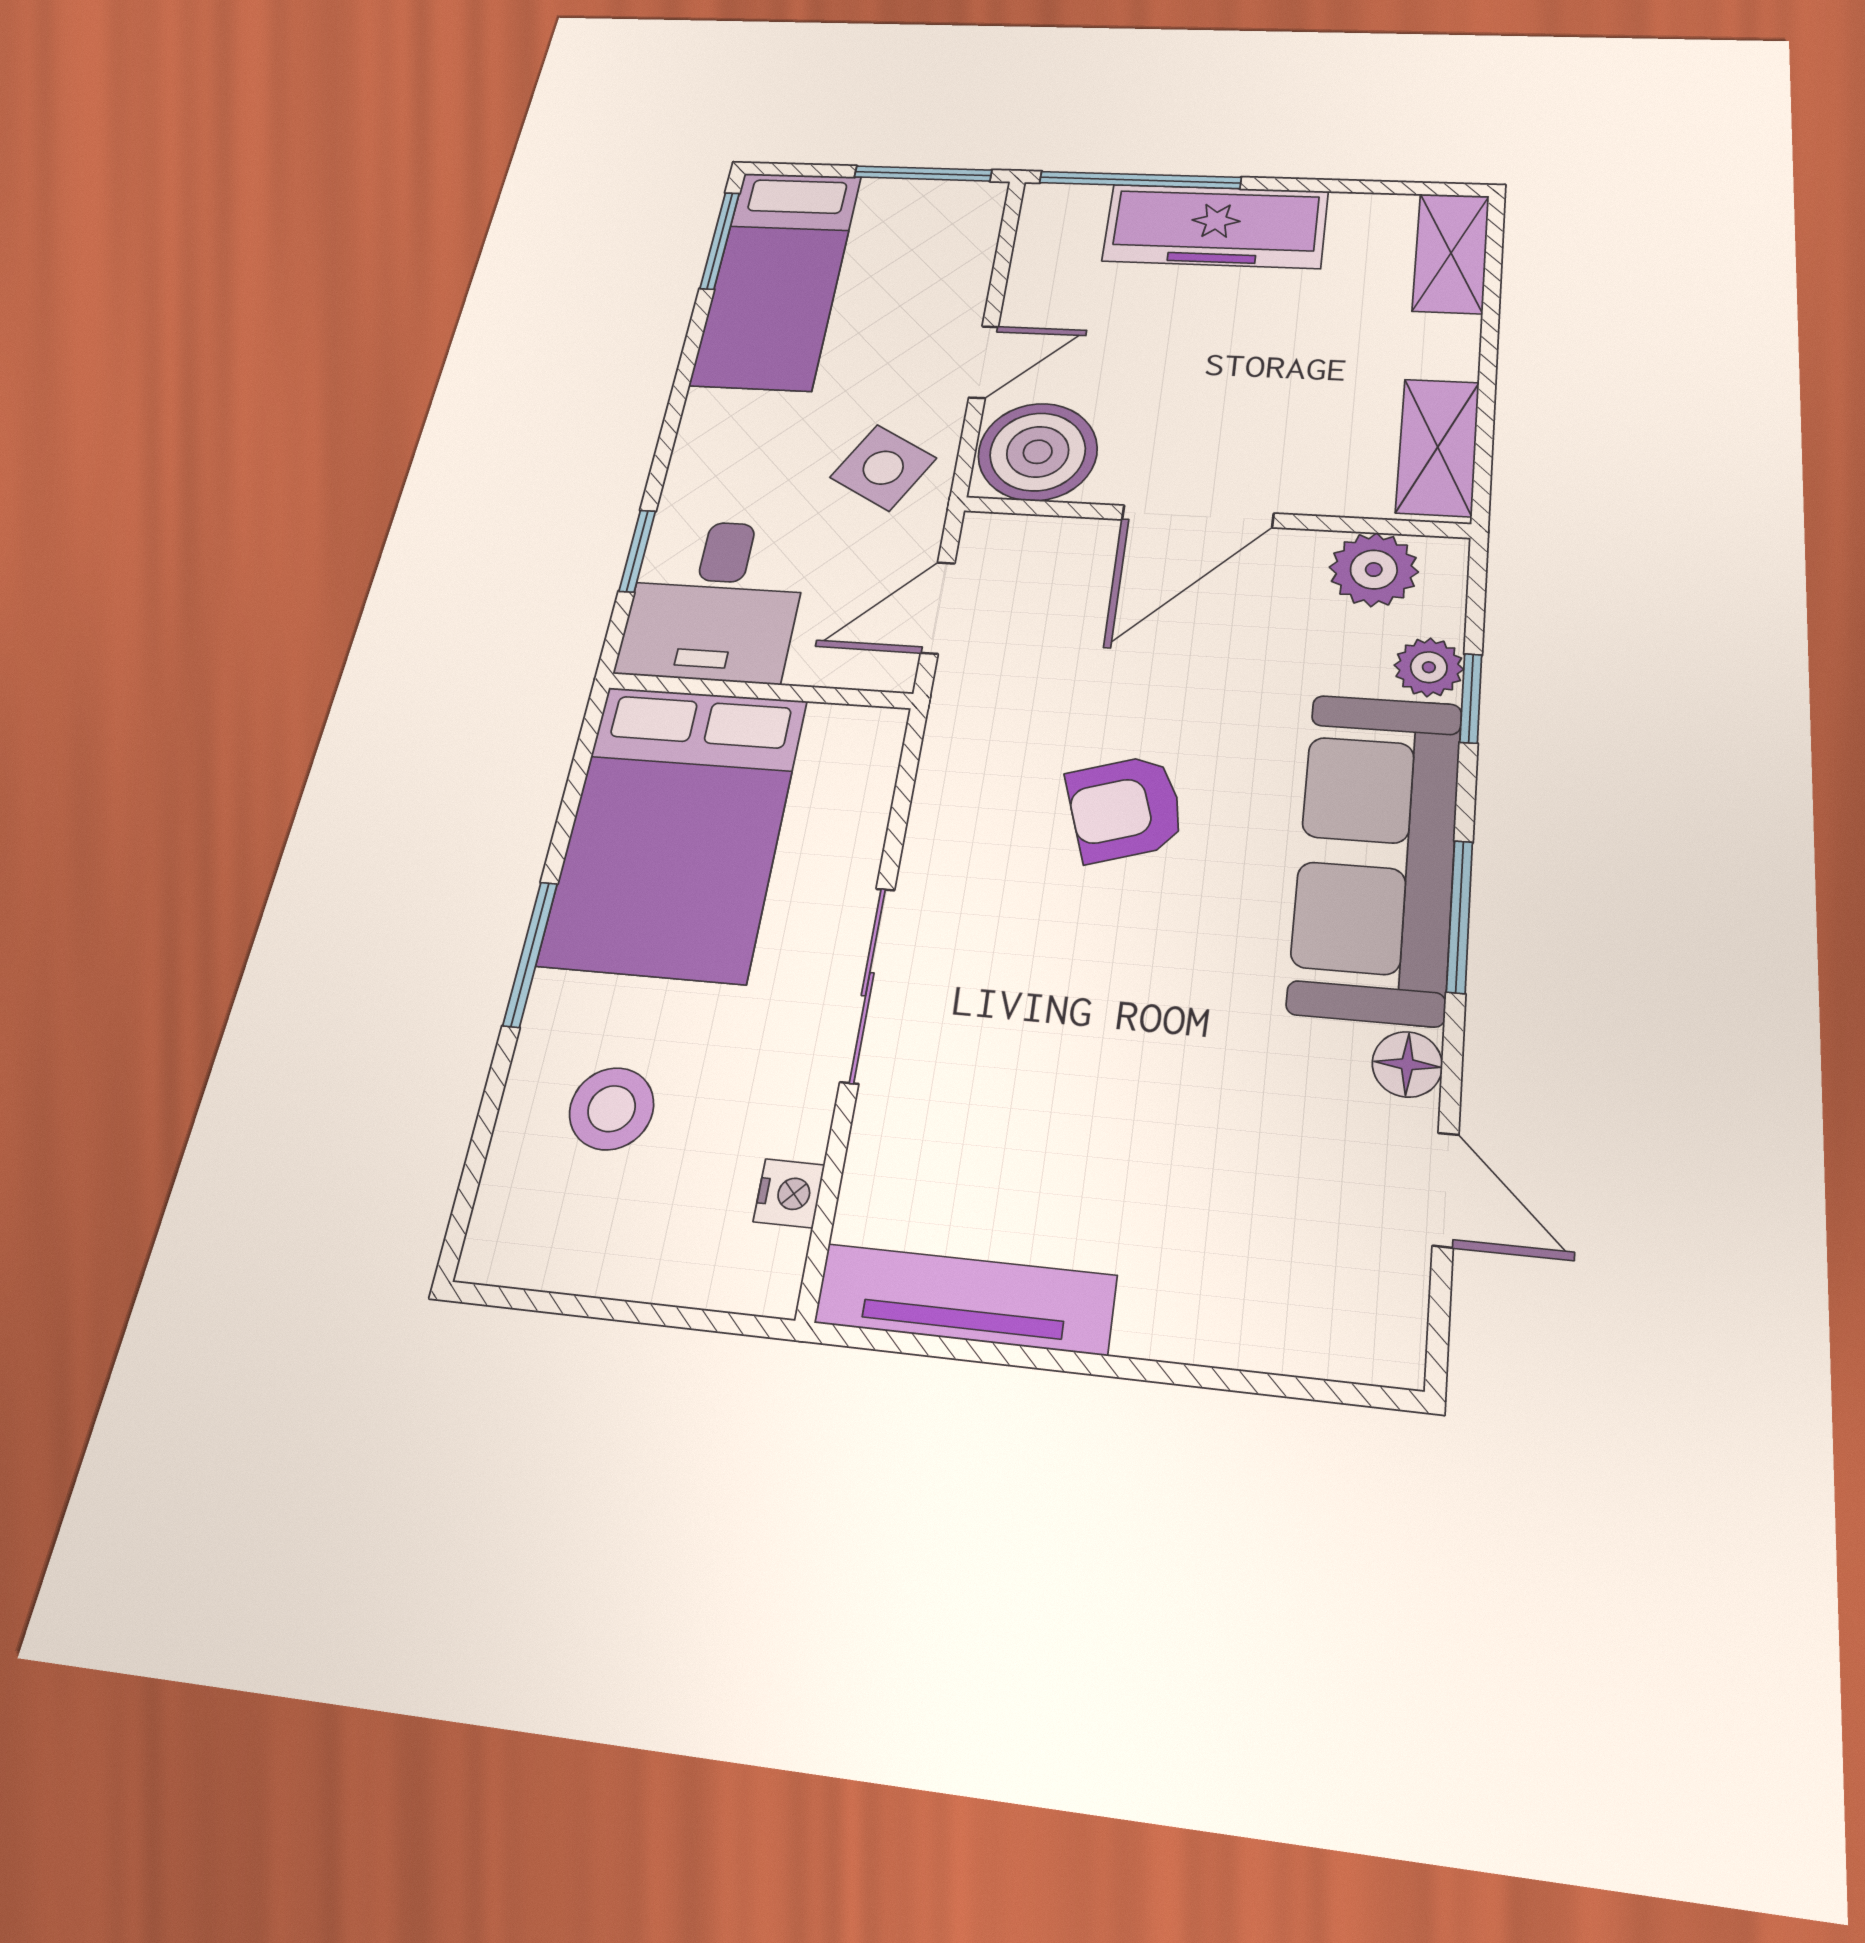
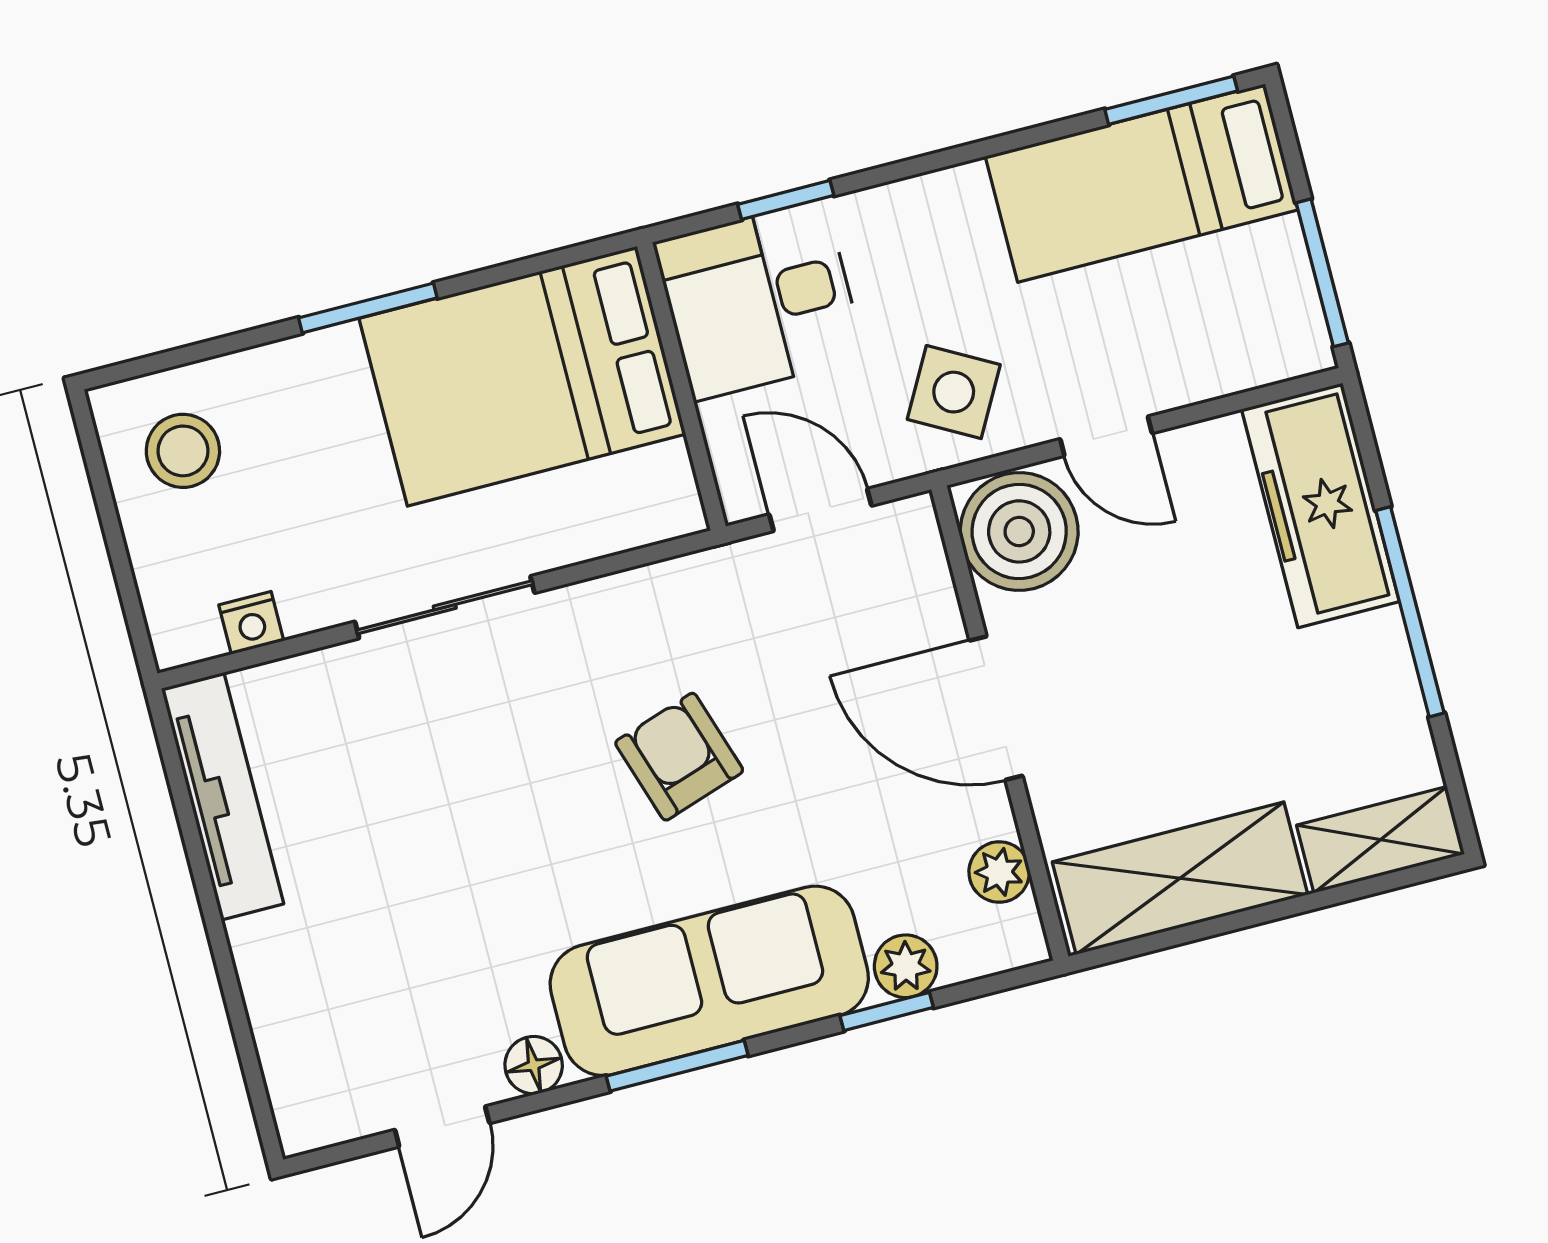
window: (1140, 180) -> (1410, 612), moved
freezer: (1215, 226) -> (1320, 505), moved
shelving: (1438, 447) -> (1180, 878), width x1.50, depth x1.33
plant: (1374, 570) -> (999, 872), width x0.73, depth x0.73
stool: (612, 1109) -> (183, 451), moved

